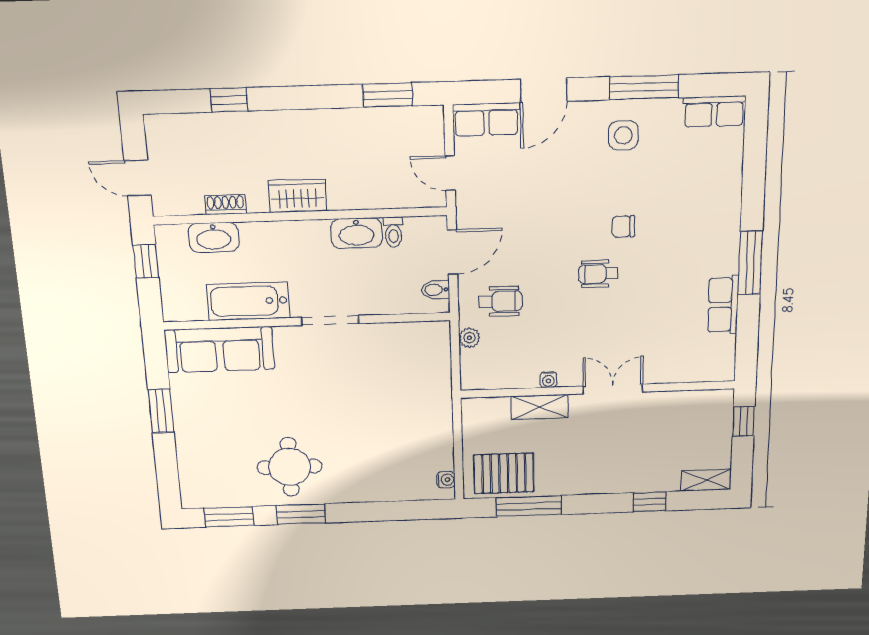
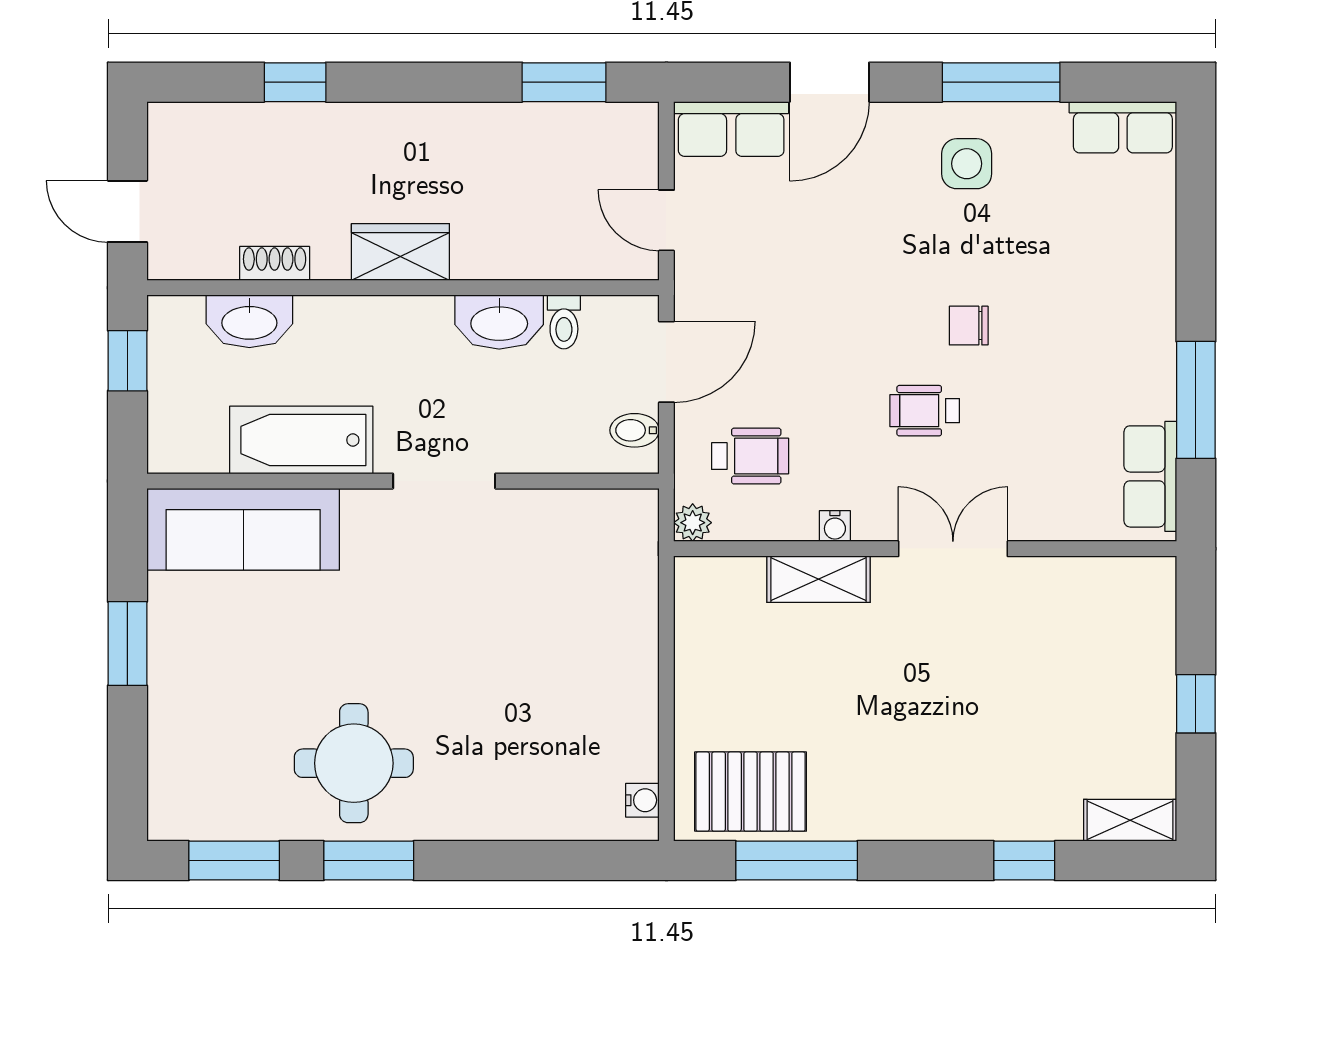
water cooler: (548, 380) -> (835, 526), moved
double door: (613, 389) -> (953, 549), moved
wall: (598, 390) -> (925, 549), moved
shelving: (540, 407) -> (818, 579), moved

